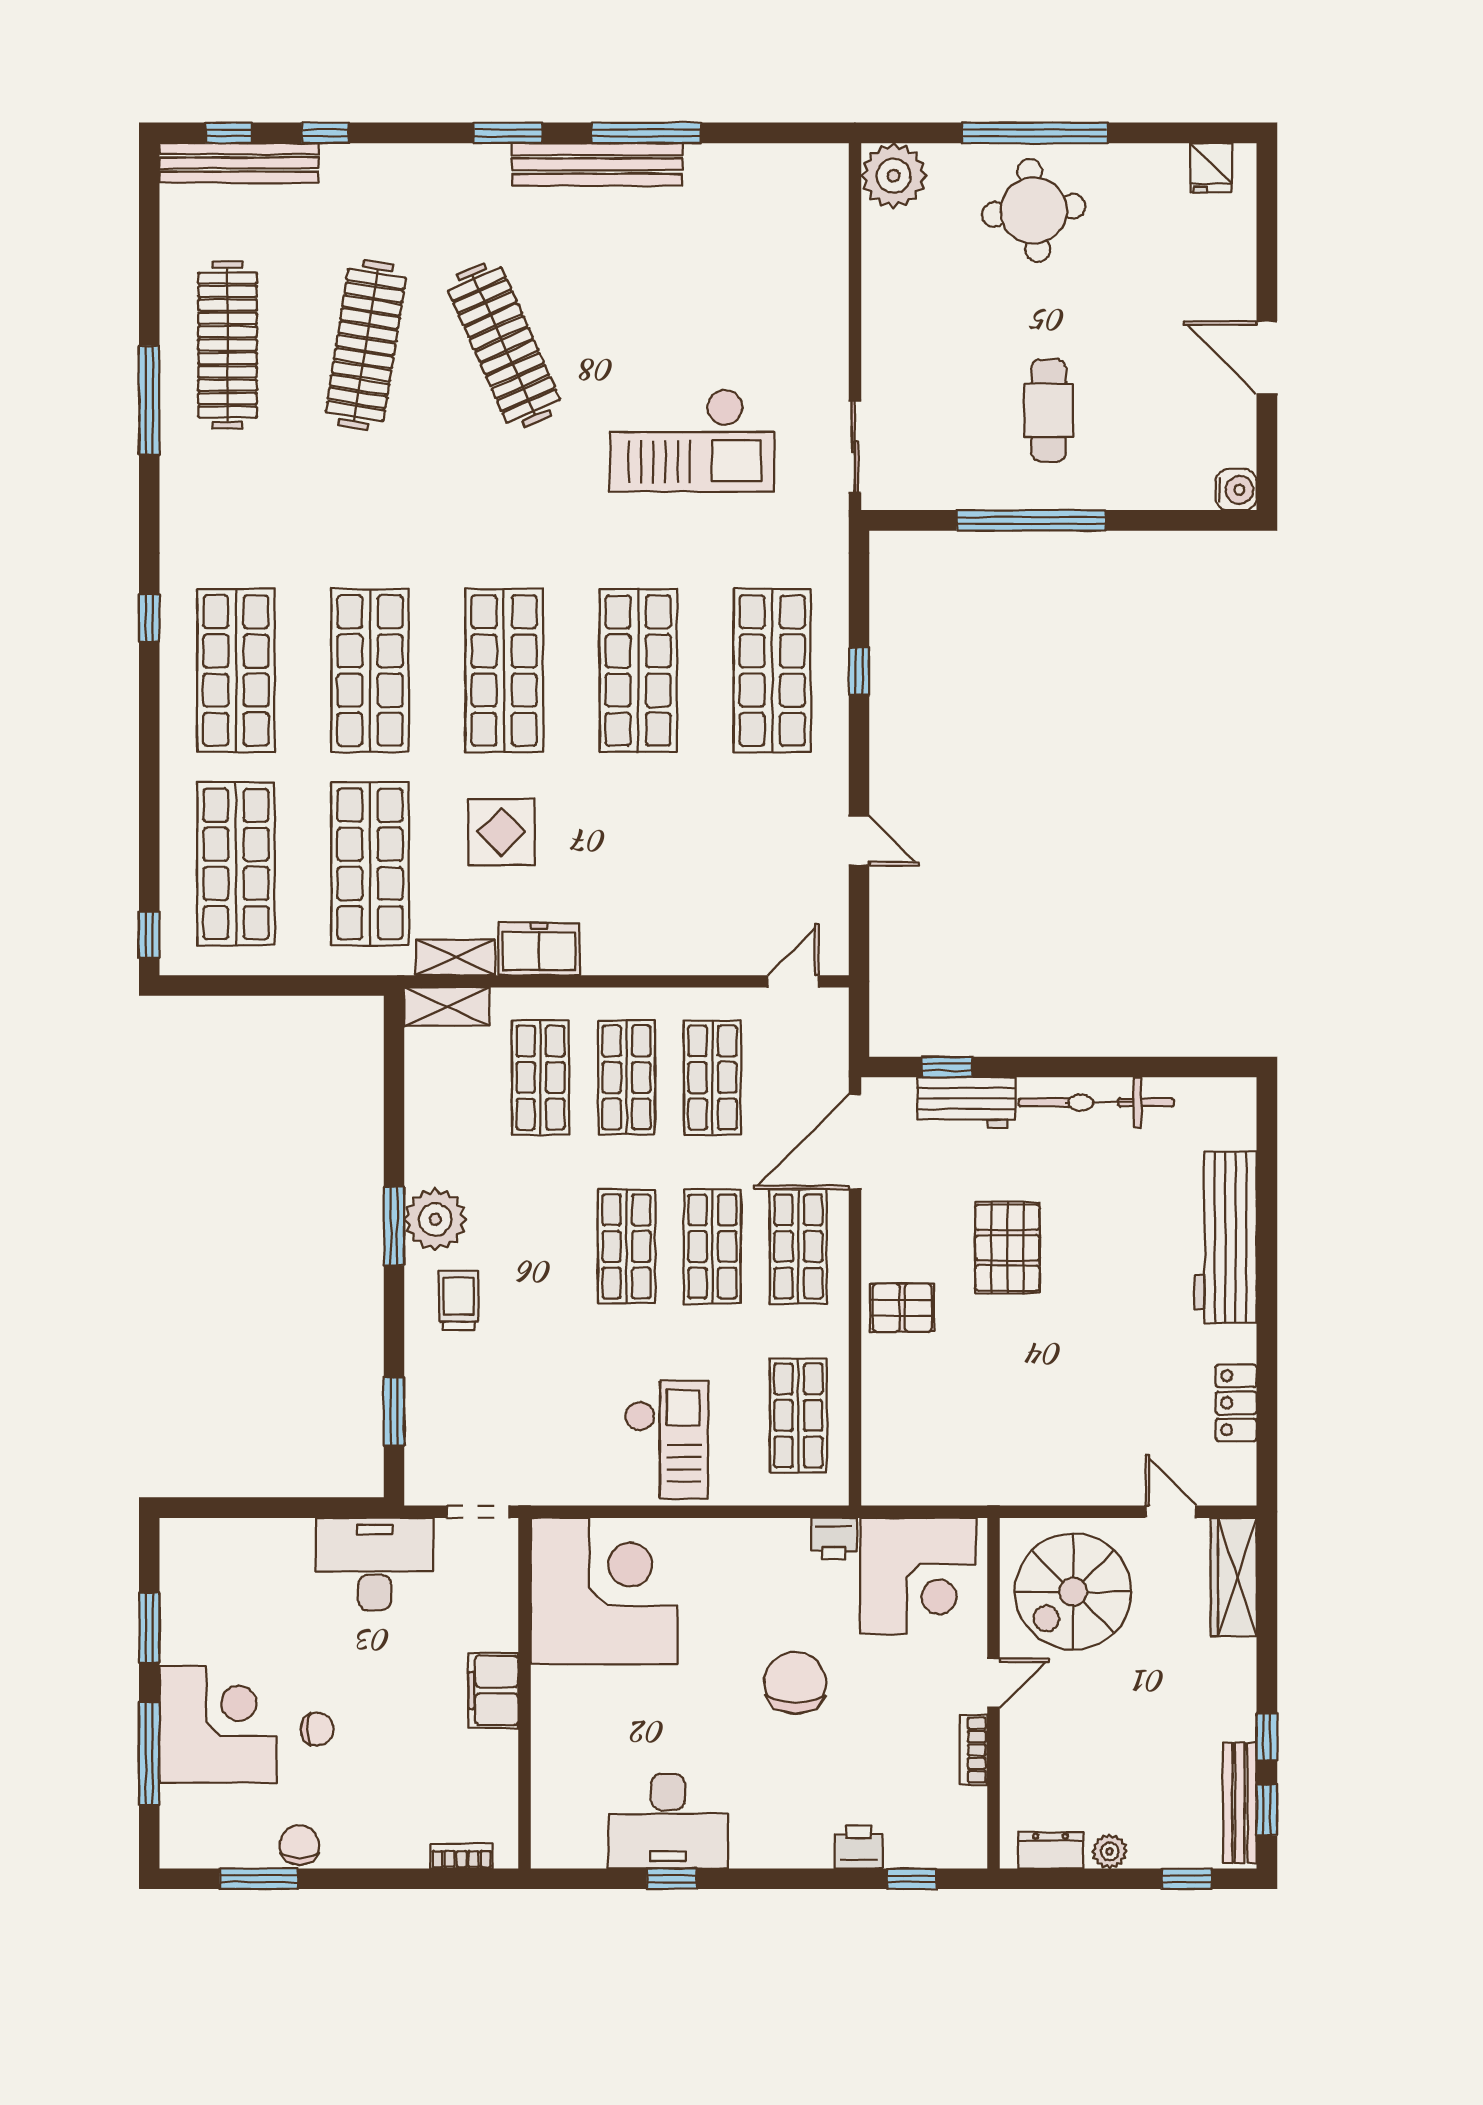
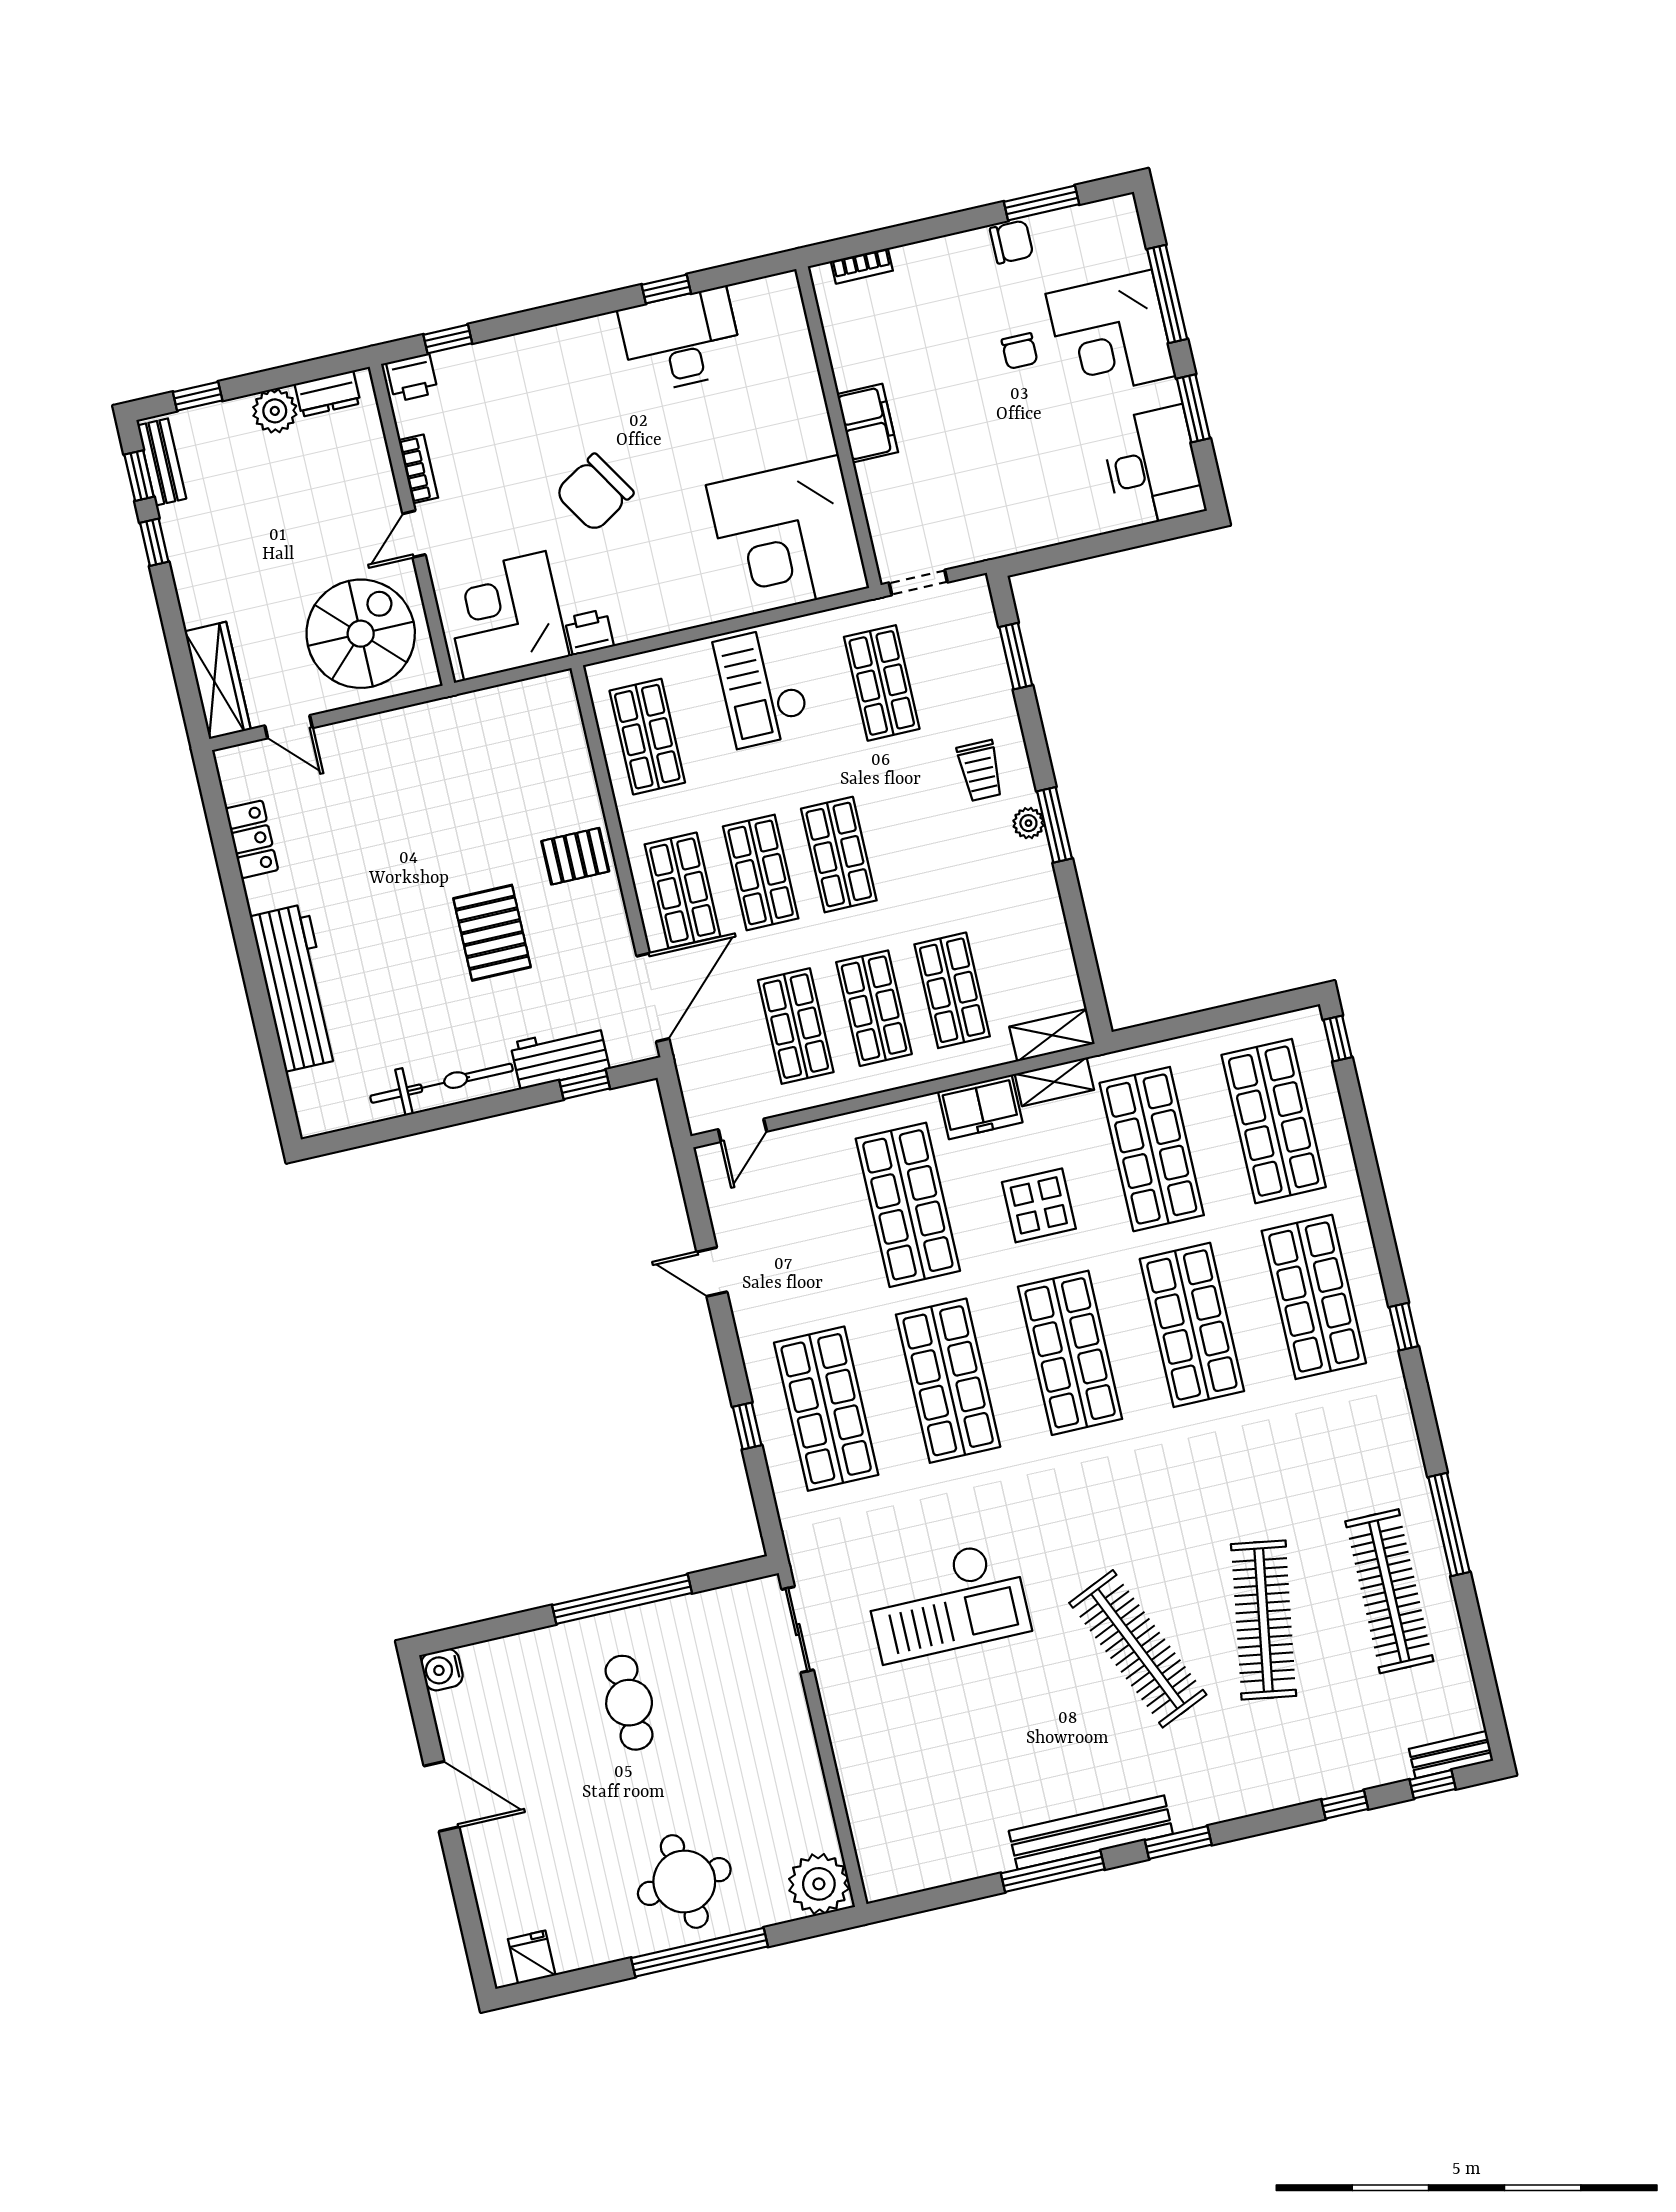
bench: (239, 163) -> (1451, 1755), width x0.54, depth x0.82
checkout: (692, 440) -> (947, 1601), turned 180
shop shelf: (638, 864) -> (908, 1205), added
plant: (435, 1219) -> (1028, 823), width x0.53, depth x0.53
shop shelf: (541, 1416) -> (882, 683), added
desk: (375, 1564) -> (1153, 467), moved, turned -90
chair: (795, 1683) -> (594, 493), turned 58
chair: (317, 1729) -> (1020, 351), turned -90
bench: (1240, 1803) -> (162, 462), width x0.73
chair: (299, 1845) -> (1012, 242), turned -90
printer: (859, 1847) -> (412, 378), moved
plant: (1110, 1851) -> (275, 411), width x1.38, depth x1.38

